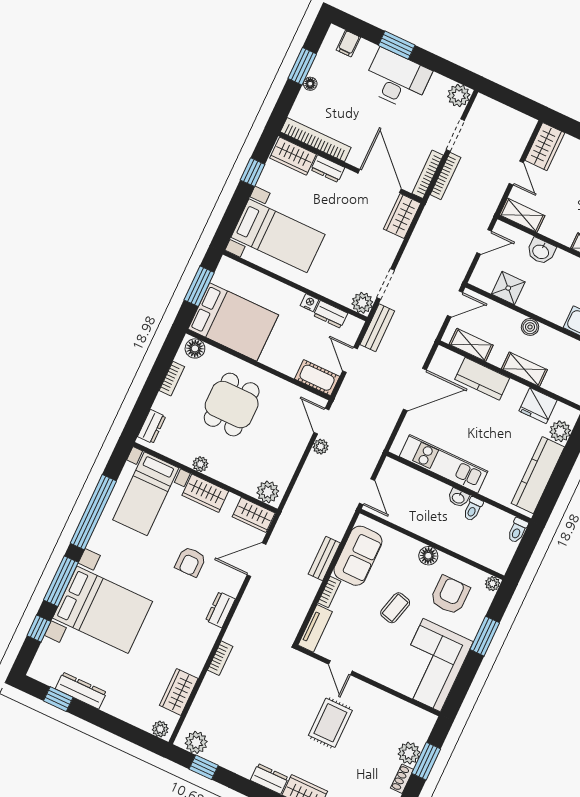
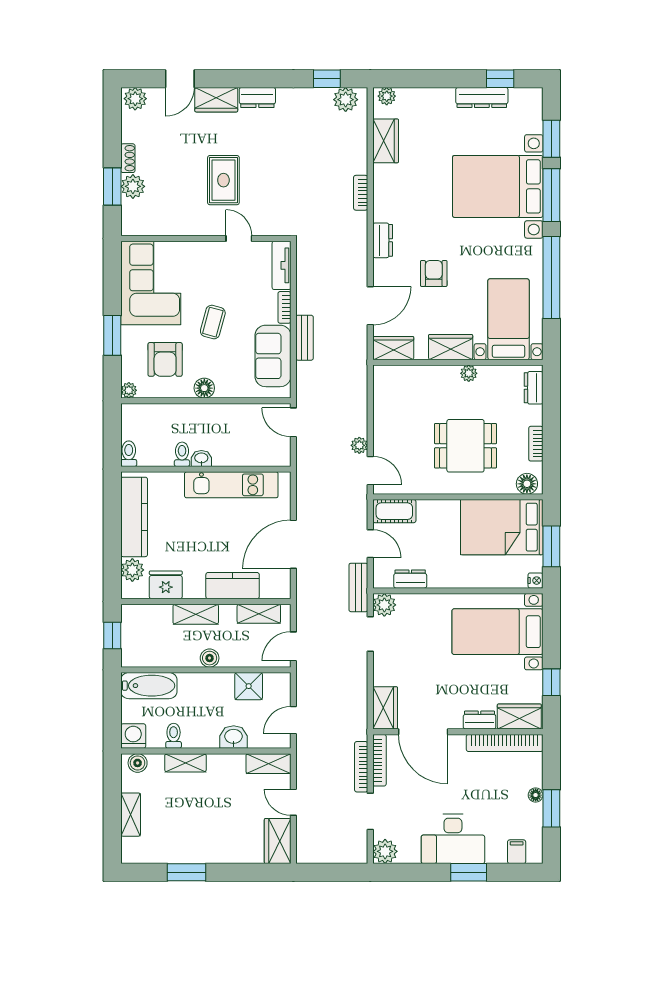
nightstand: (310, 303) -> (535, 581), moved, turned -90
dining table: (232, 405) -> (465, 446), turned 90
plant: (268, 492) -> (390, 377), removed
window: (39, 629) -> (551, 139), width x1.50

